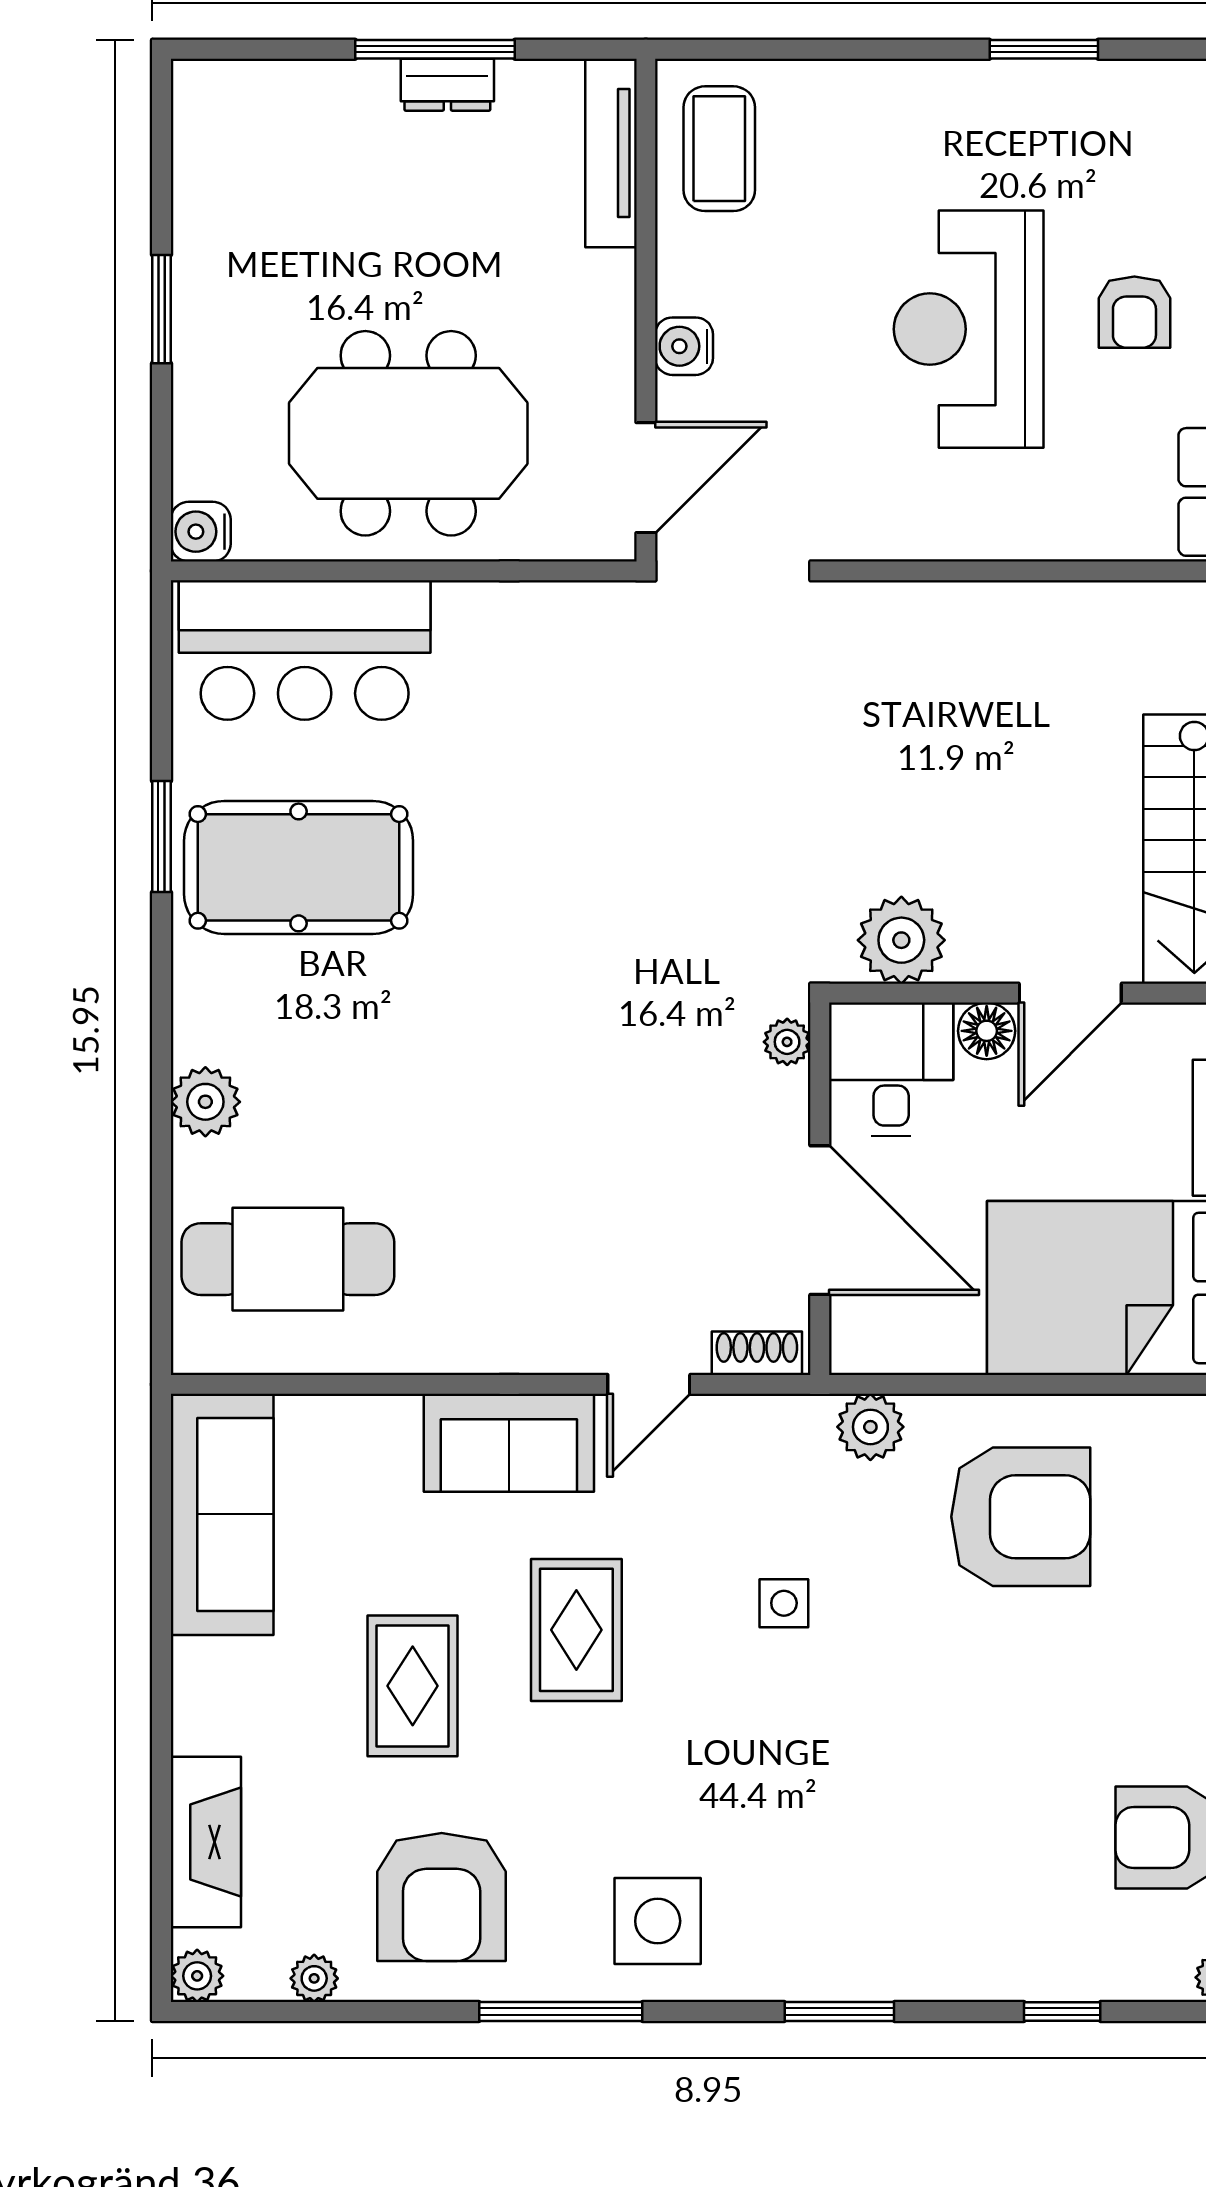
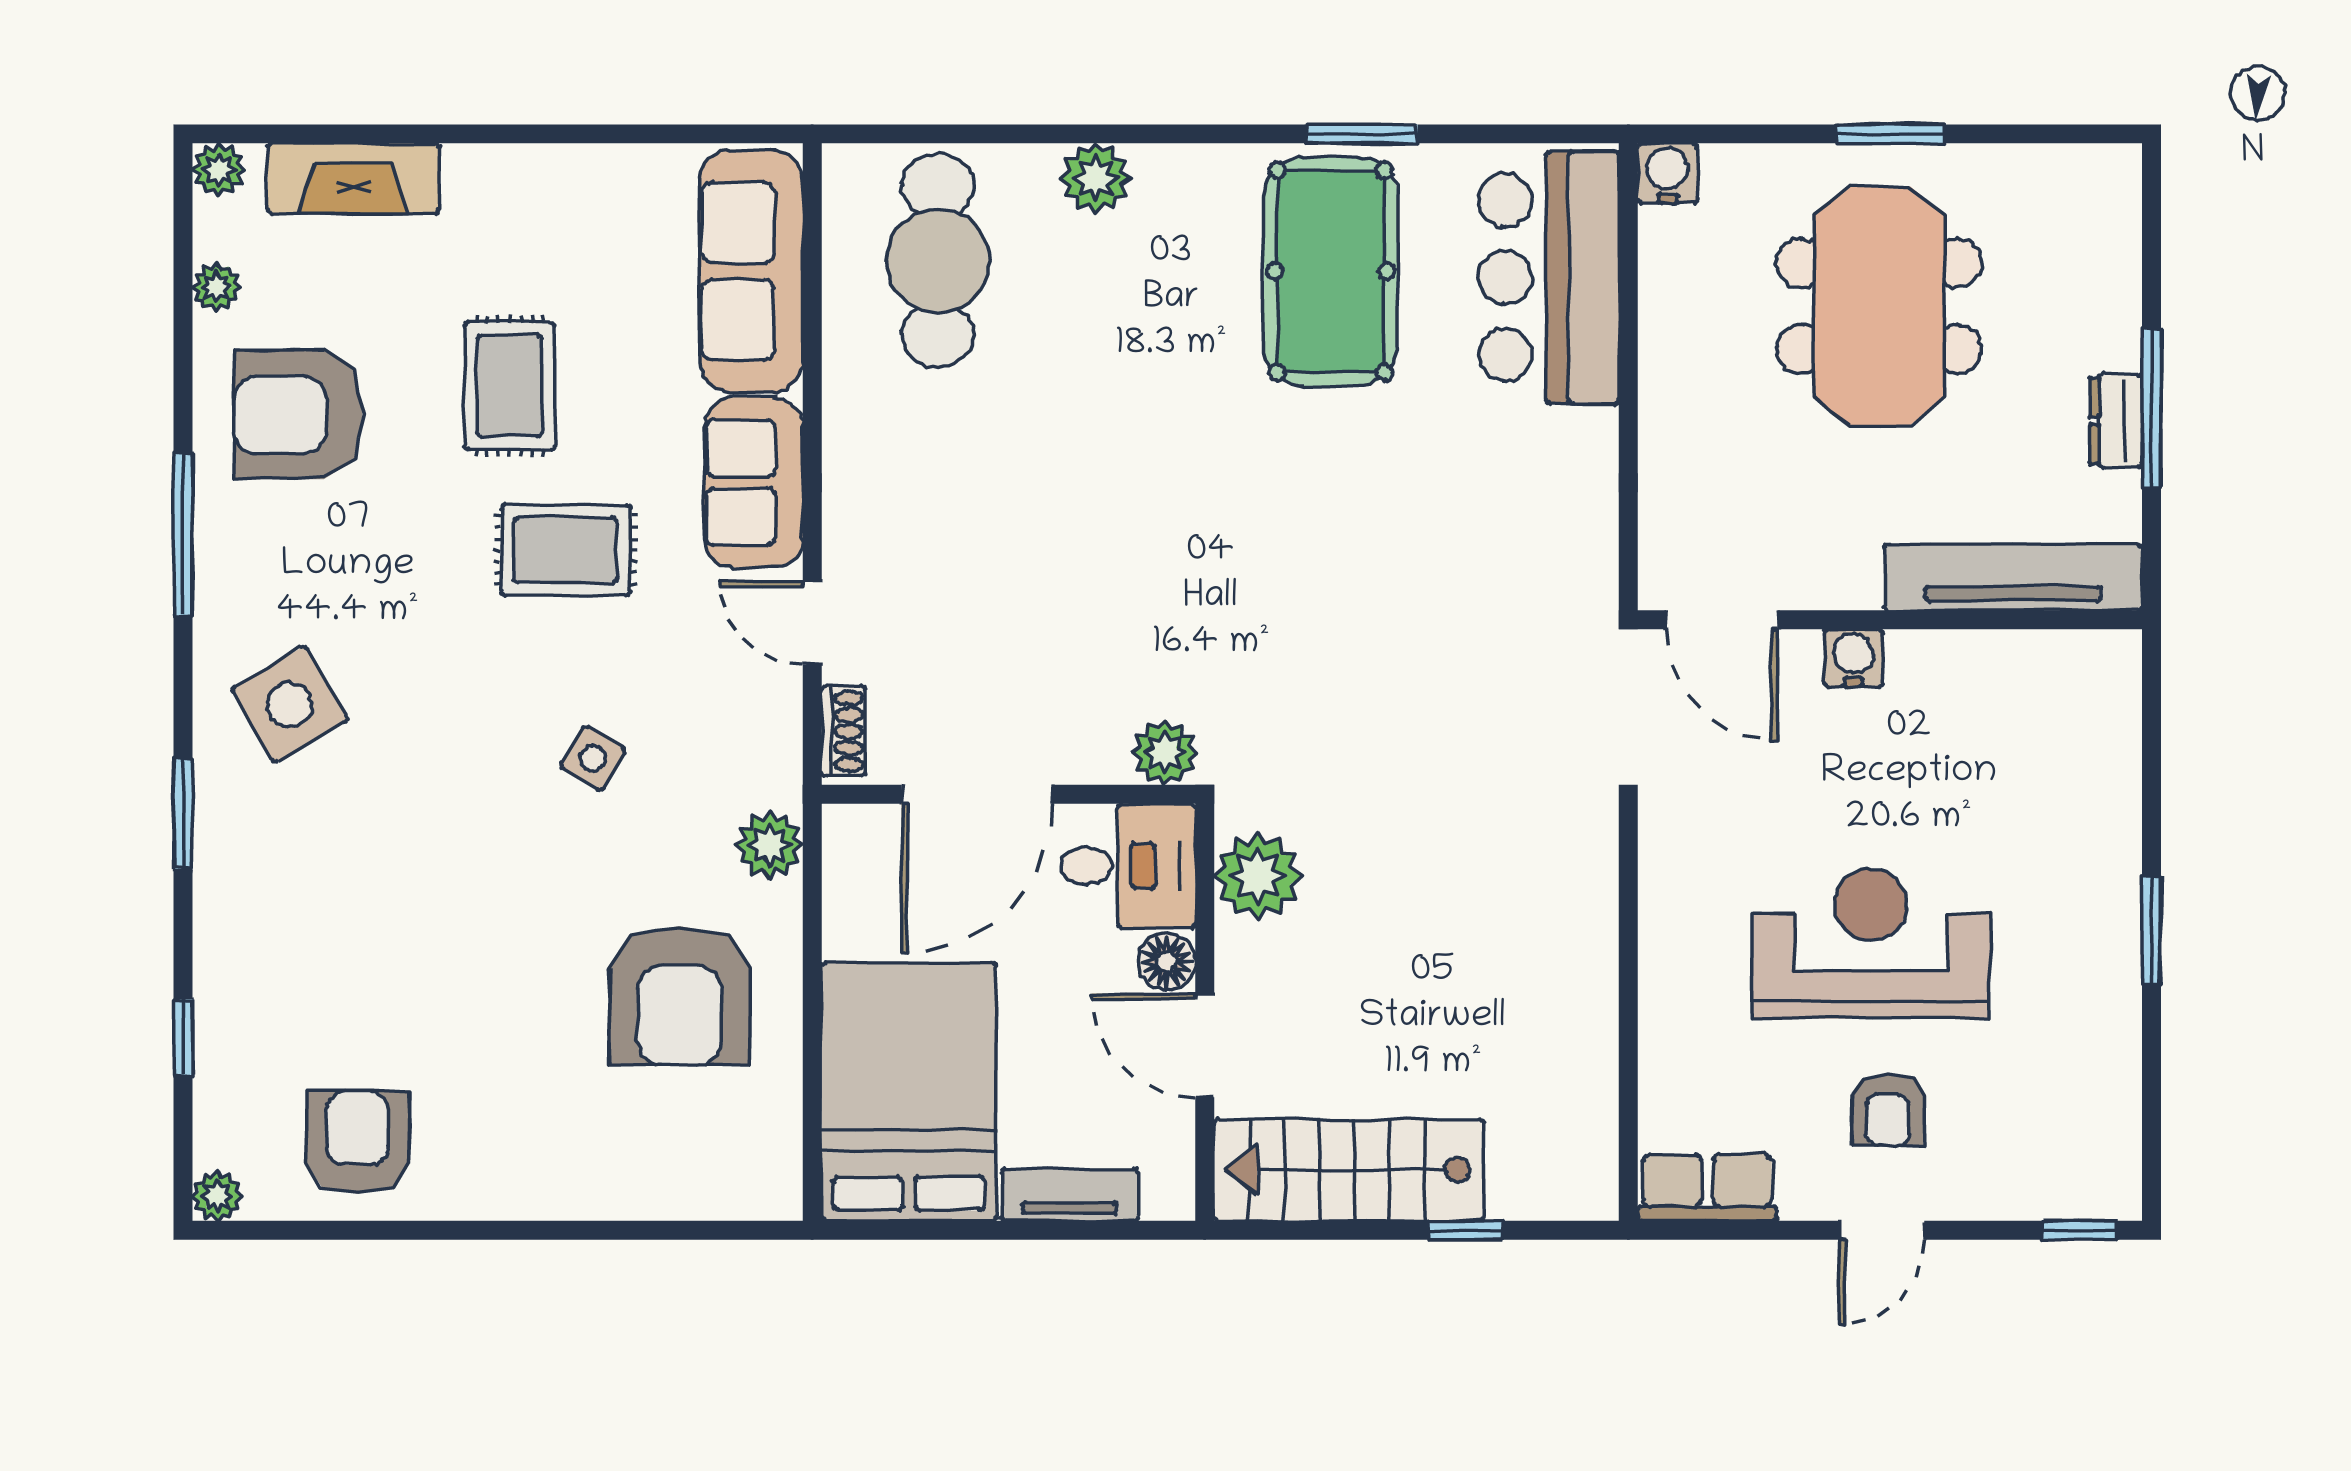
window: (1044, 49) -> (2152, 930), moved
coffee table: (719, 149) -> (2052, 693), removed
tv unit: (611, 153) -> (2013, 577), width x1.36, depth x1.29
armchair: (1134, 312) -> (1888, 1110), turned -90
meeting table: (408, 433) -> (1879, 306), moved
plant: (787, 1042) -> (1165, 753), width x1.38, depth x1.38
sofa: (222, 1514) -> (751, 271), moved, turned 90
side table: (784, 1603) -> (593, 758), turned 31
rug: (413, 1686) -> (510, 386), turned 90
side table: (658, 1921) -> (289, 704), moved, turned -30

